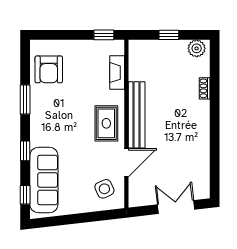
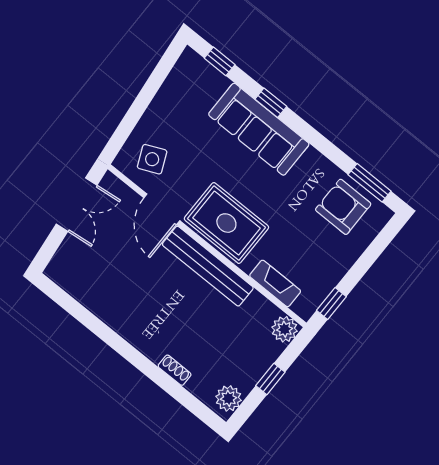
plant: (137, 48) -> (285, 329), added
window: (25, 99) -> (370, 183), moved
rug: (106, 123) -> (226, 223), width x1.36, depth x1.43
sofa: (44, 180) -> (259, 129), moved
double door: (176, 207) -> (77, 205), moved

